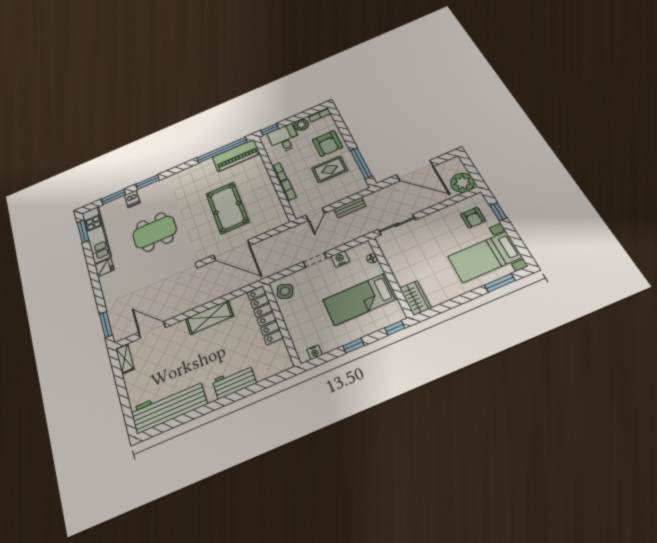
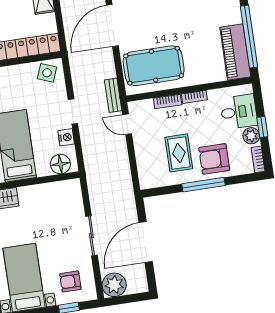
window: (270, 129) -> (262, 127), moved
window: (361, 163) -> (203, 185), moved
pool table: (227, 208) -> (154, 66), moved
bench: (350, 208) -> (113, 95), moved
sliding door: (397, 225) -> (91, 236), moved
floor lamp: (372, 258) -> (60, 164), width x1.89, depth x1.89

